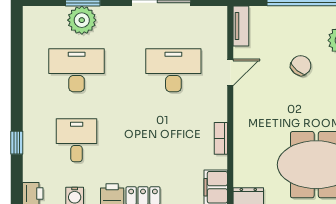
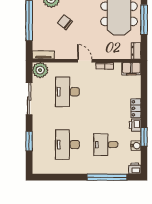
plant: (82, 20) -> (40, 70), moved
door: (230, 72) -> (85, 61), moved
window: (17, 143) -> (107, 177), width x3.17

